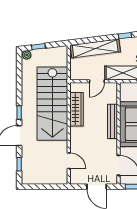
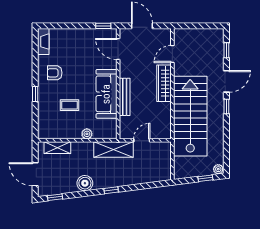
shelving: (95, 48) -> (144, 176), removed
wardrobe: (77, 109) -> (164, 83), moved
door: (69, 161) -> (172, 54), hinge flipped

